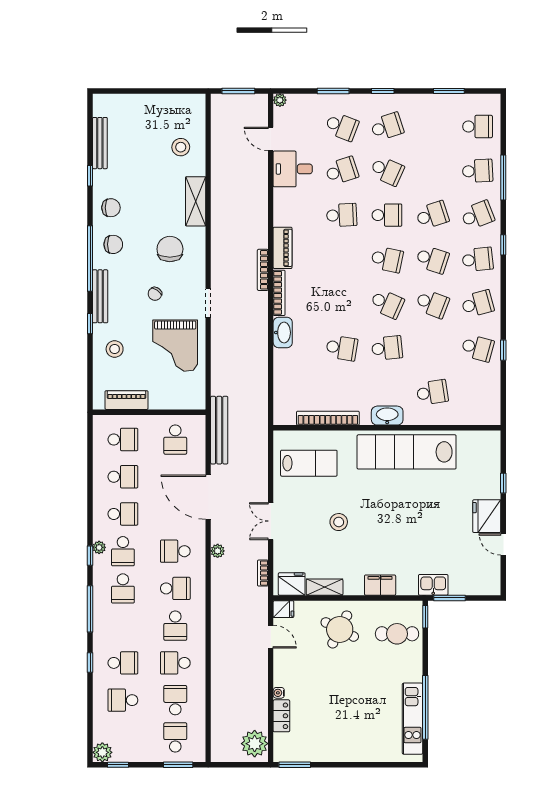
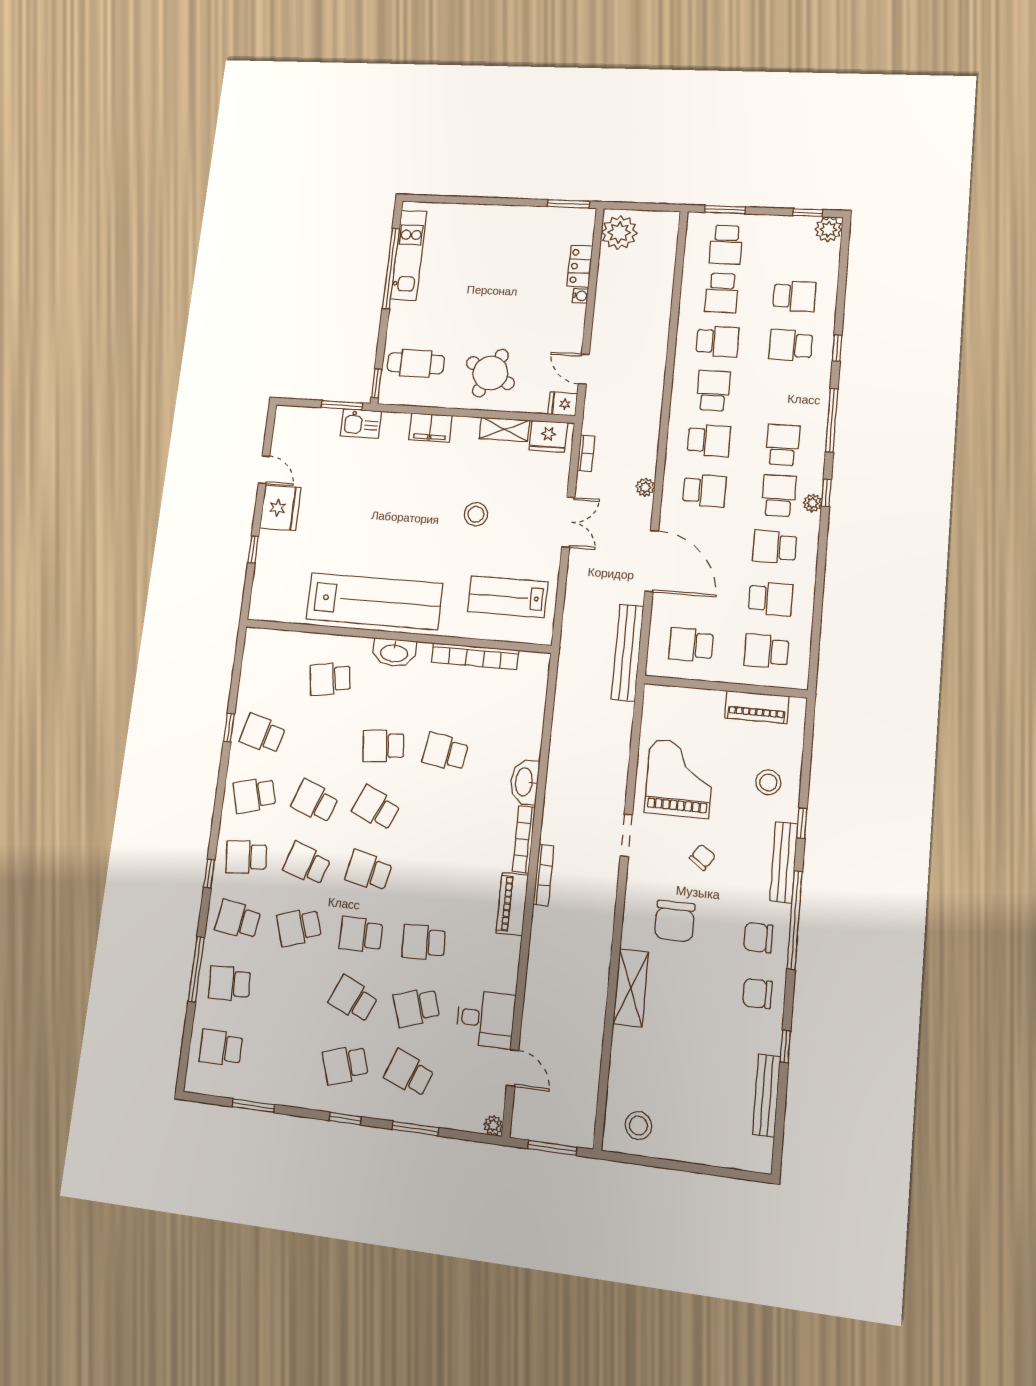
stool: (181, 147) -> (638, 1126), moved
school desk: (478, 215) -> (238, 920), turned 30
school desk: (175, 440) -> (691, 645), turned -90
school desk: (123, 477) -> (771, 599), turned 180
school desk: (175, 588) -> (709, 440), turned 180

